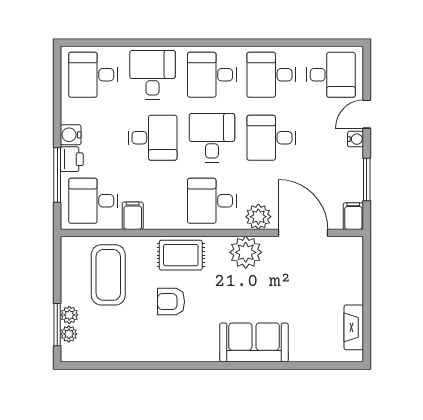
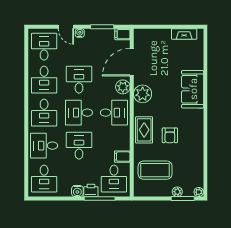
desk: (271, 138) -> (79, 80), turned 180
desk: (212, 201) -> (114, 113), turned -90
plant: (69, 334) -> (199, 192), moved

